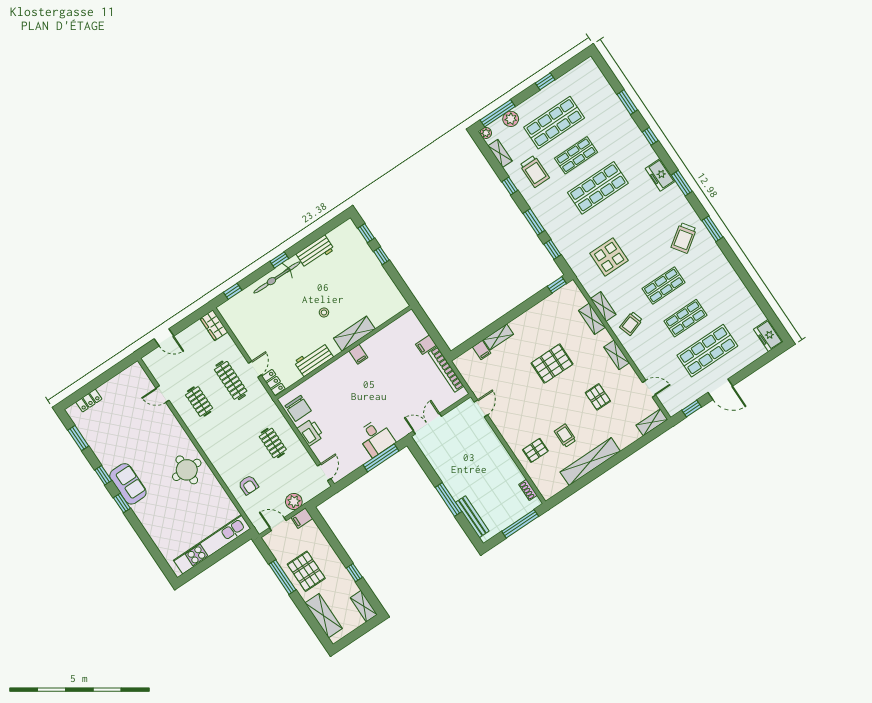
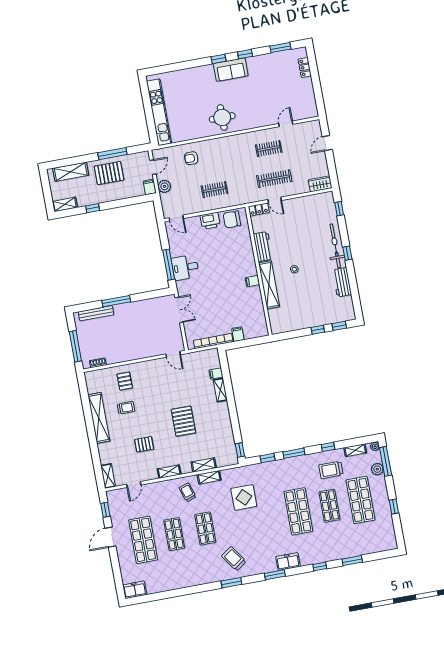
shelving: (354, 334) -> (269, 285), width x1.47

